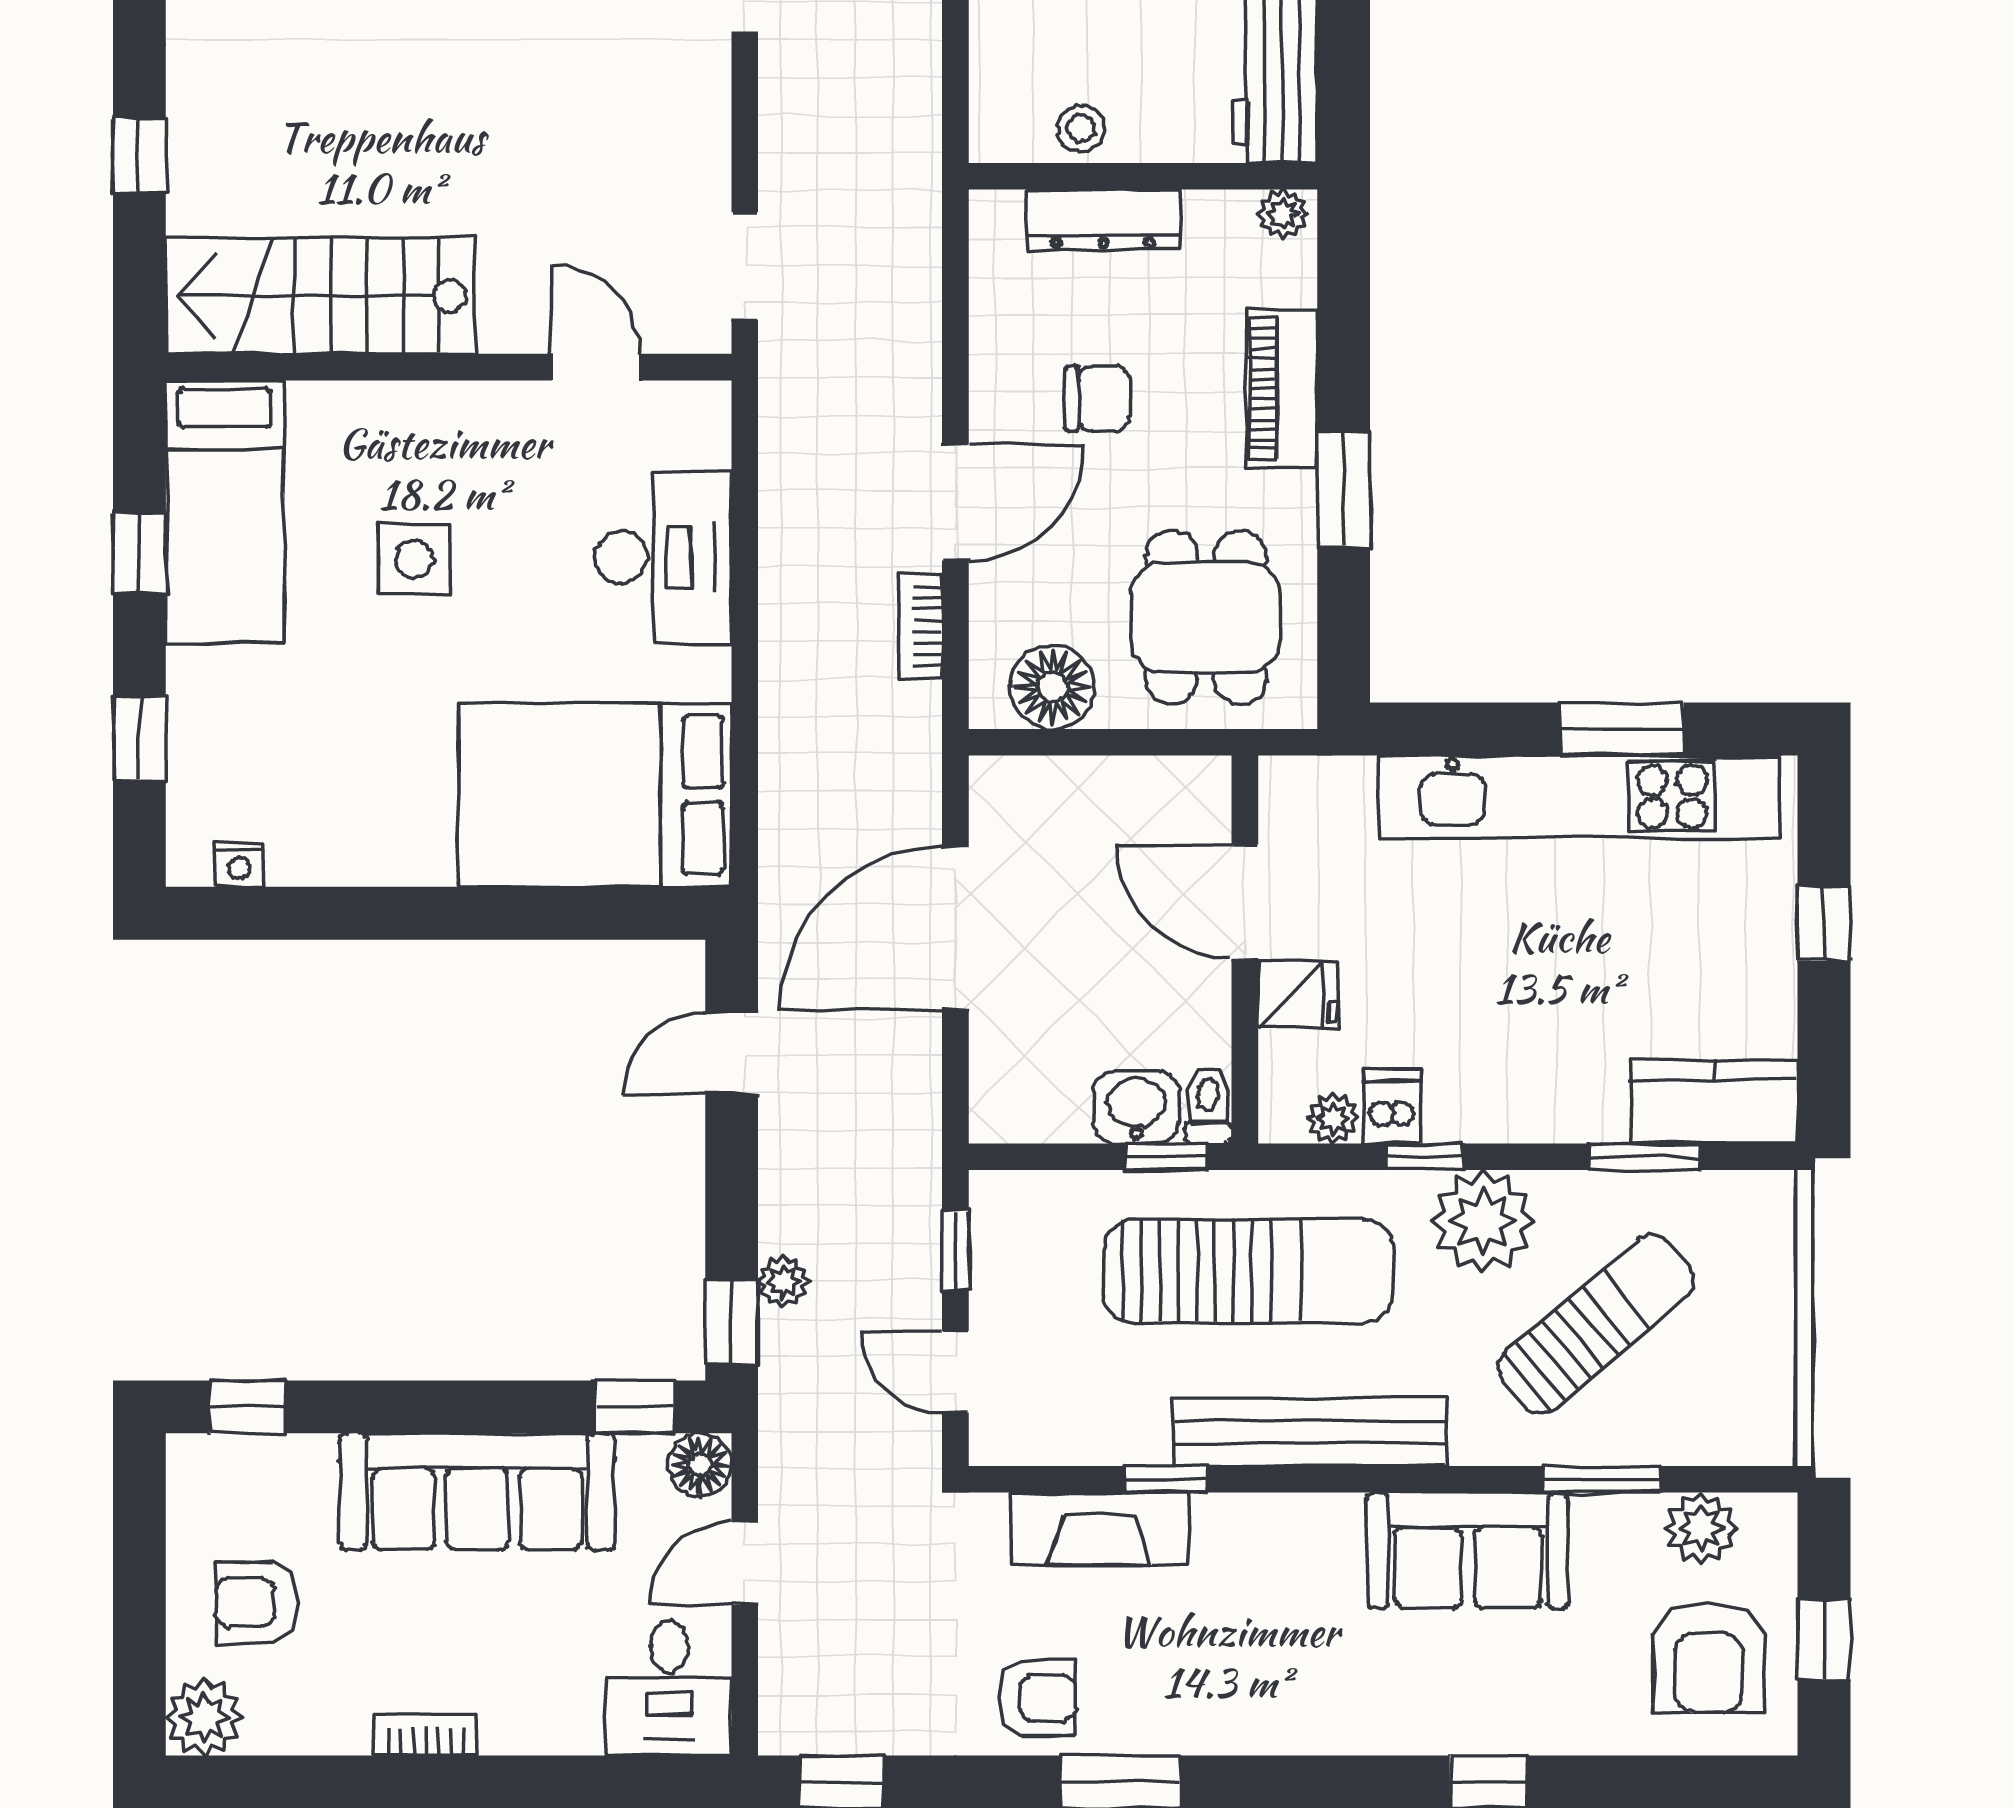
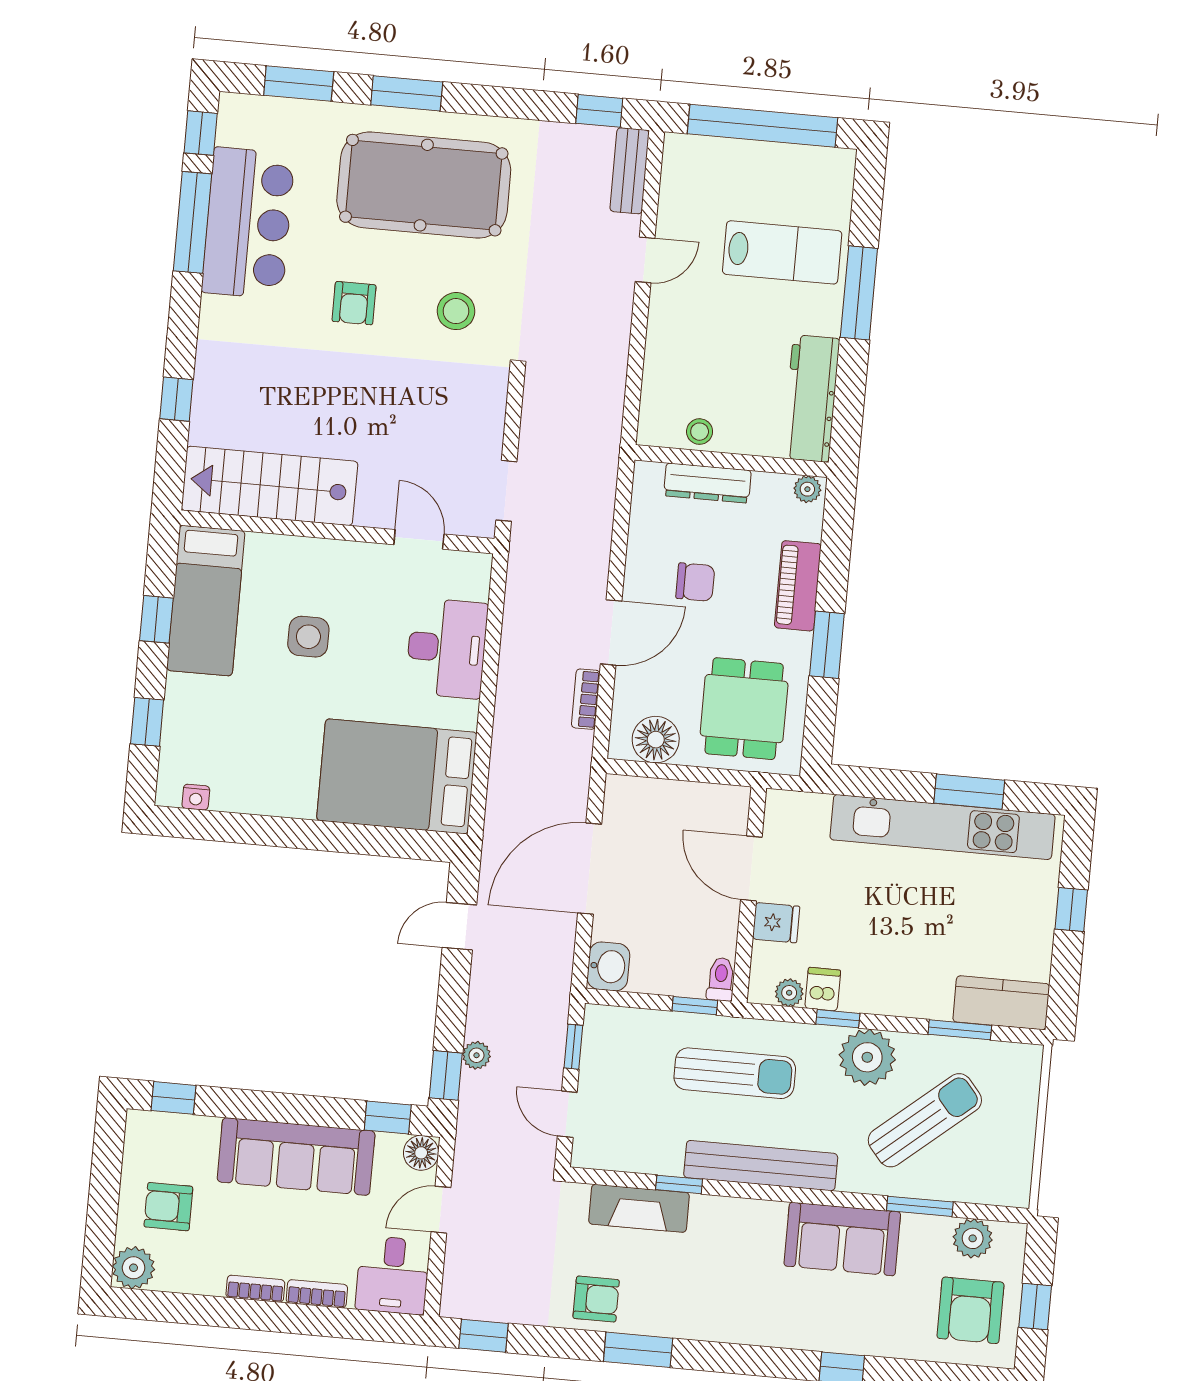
washbasin: (1136, 1107) -> (608, 966), moved, turned 90
sun lounger: (1248, 1271) -> (735, 1073), width x0.73, depth x0.75
bookcase: (536, 1734) -> (317, 1294), added

